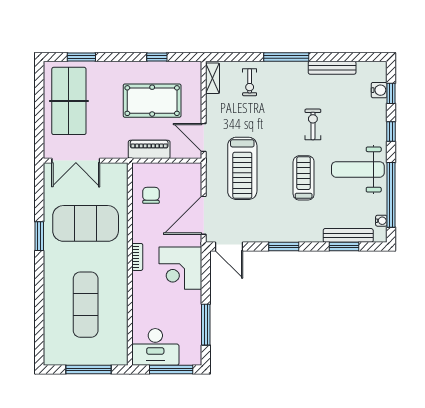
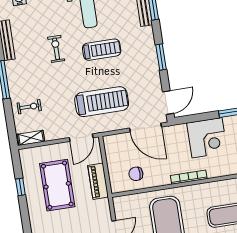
exercise bike: (313, 124) -> (56, 49), turned 90
treadmill: (304, 178) -> (102, 50), turned 180
bookcase: (137, 257) -> (189, 177), width x1.56
corner desk: (180, 268) -> (207, 138), moved

